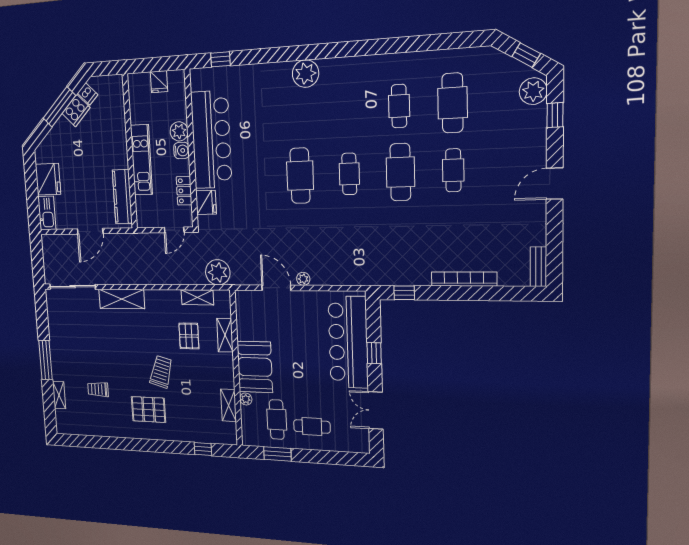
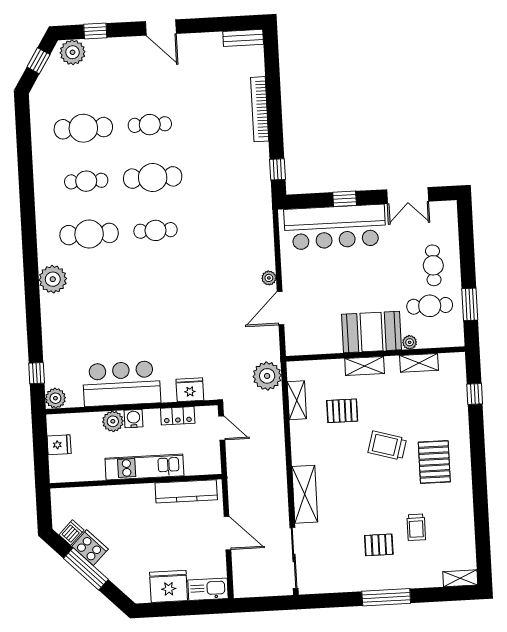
plant: (199, 78) -> (55, 398), added
bar counter: (211, 140) -> (122, 384), width x0.73
cafe table: (300, 176) -> (89, 234), moved
shelving: (225, 335) -> (365, 366), moved
pallet: (84, 358) -> (379, 545), added
shelving: (59, 395) -> (460, 578), moved

